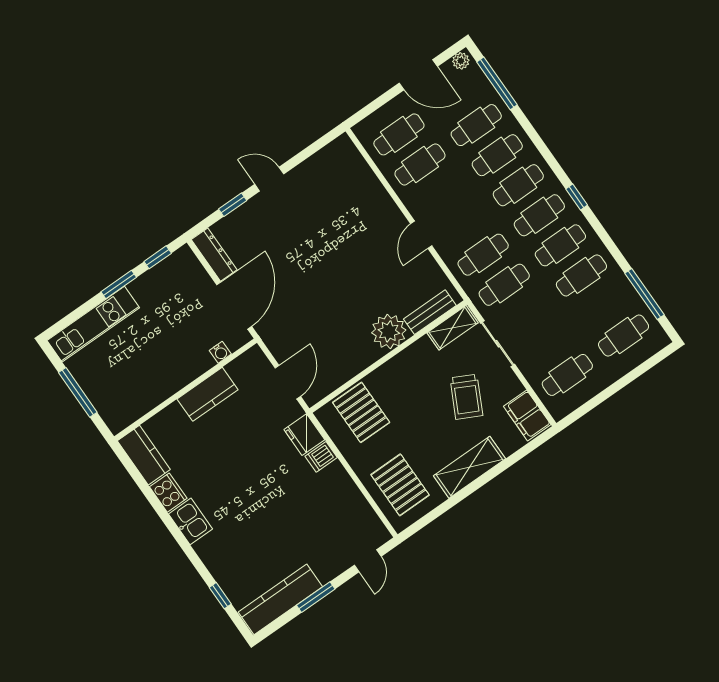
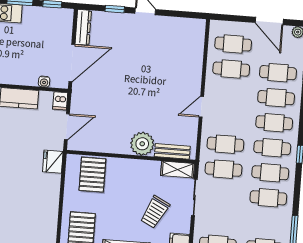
dishwasher: (321, 457) -> (60, 101), moved, turned -90

